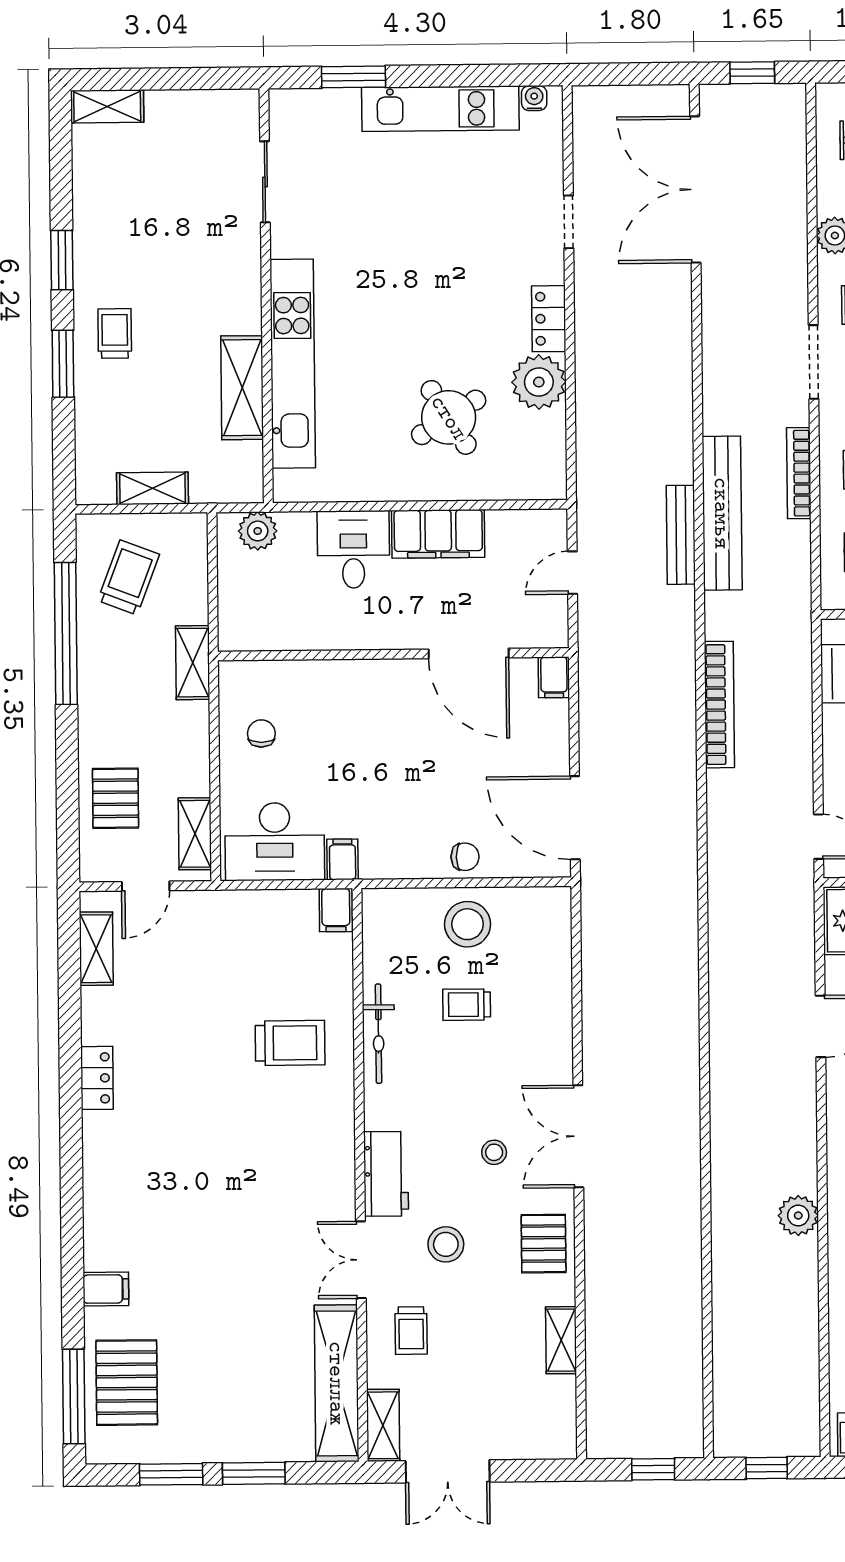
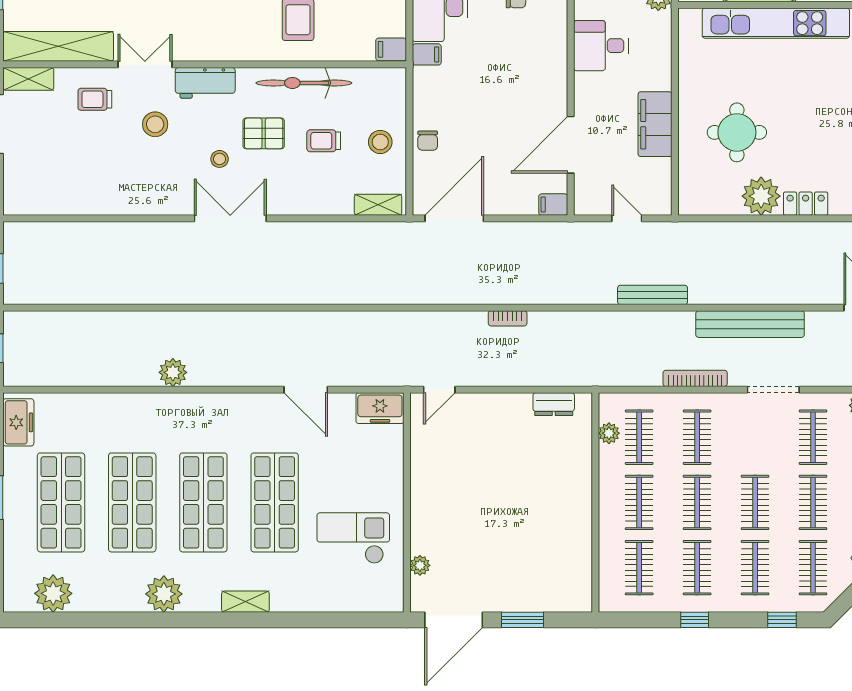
round table: (449, 417) -> (737, 132), turned 32
bench: (722, 513) -> (750, 324), moved
desk: (353, 549) -> (601, 46), moved, turned 180
bookcase: (719, 705) -> (508, 318), width x0.43, depth x0.76
stool: (468, 924) -> (380, 142), width x0.73, depth x0.73
trolley: (467, 1005) -> (324, 141), turned -90
bicycle: (379, 1034) -> (304, 83), width x1.37, depth x1.40
pallet: (544, 1244) -> (264, 133), moved
shelving: (561, 1340) -> (378, 205), moved

